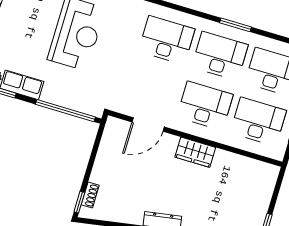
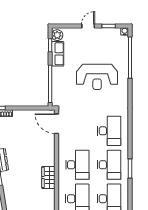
door: (148, 124) -> (56, 124), moved
wardrobe: (195, 152) -> (48, 177), moved

